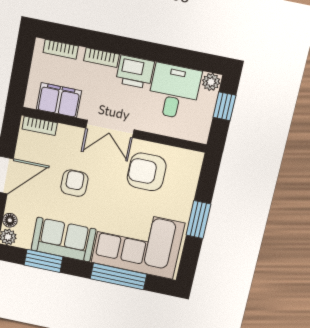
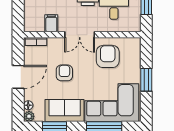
filing cabinet: (59, 100) -> (51, 23), width x0.50
armchair: (147, 172) -> (108, 56), turned 90

